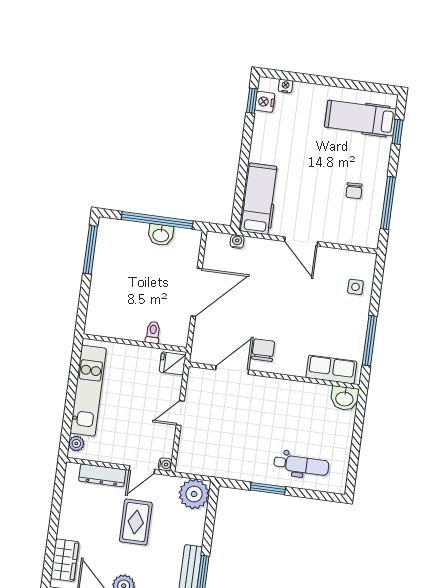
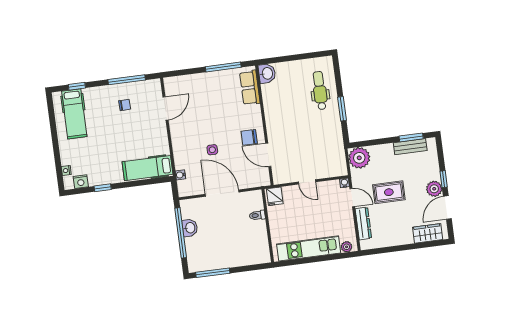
window: (252, 101) -> (103, 188), moved
door: (301, 241) -> (166, 108), moved
side table: (355, 287) -> (212, 150), moved

